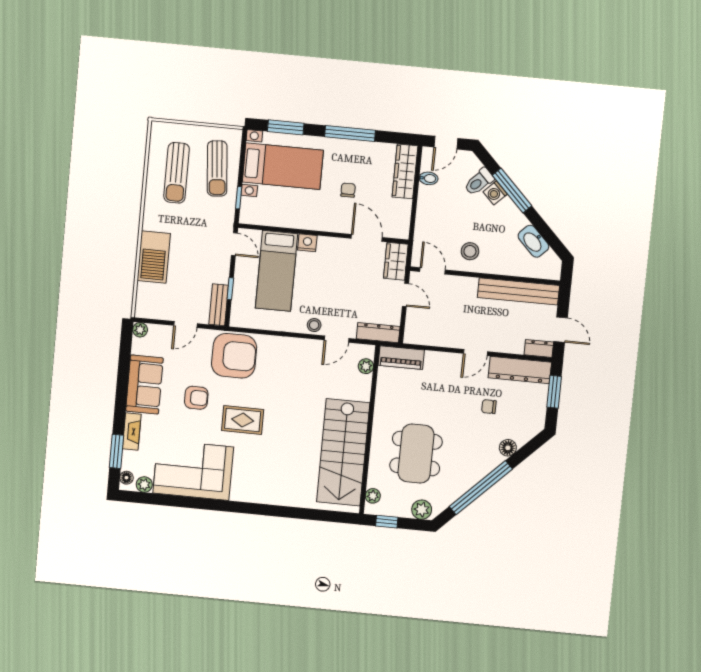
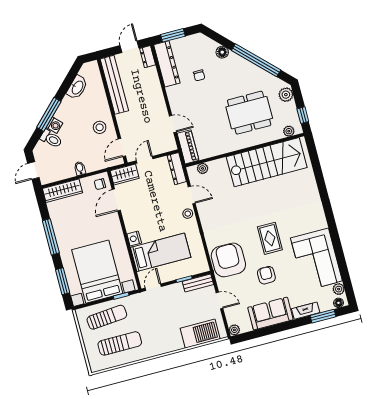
door: (446, 143) -> (33, 170), swing flipped
bed with nightstands: (283, 166) -> (97, 272), width x1.36
bidet: (429, 178) -> (80, 168), moved
chair: (348, 190) -> (100, 184), moved
barbecue: (154, 257) -> (200, 334), moved
door: (475, 353) -> (173, 124), moved

